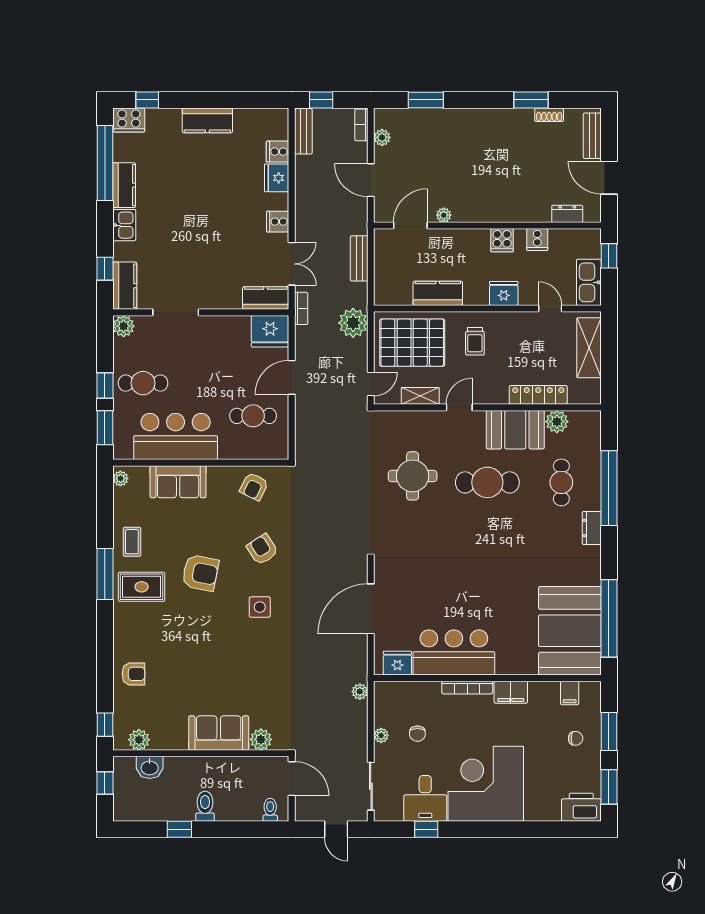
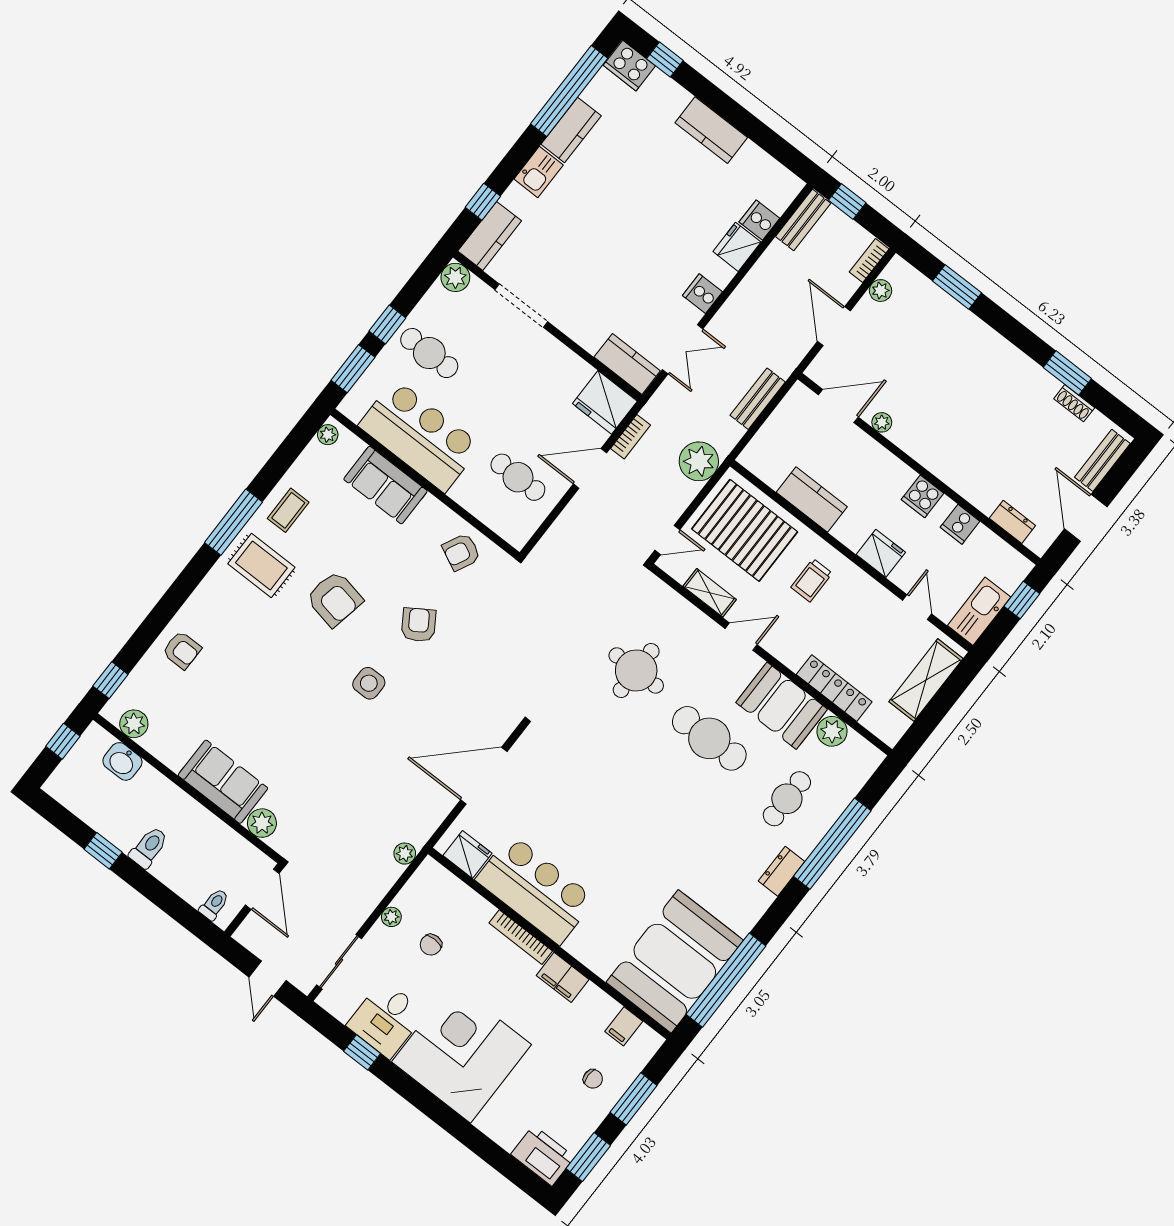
bookcase: (301, 308) -> (631, 437), moved

